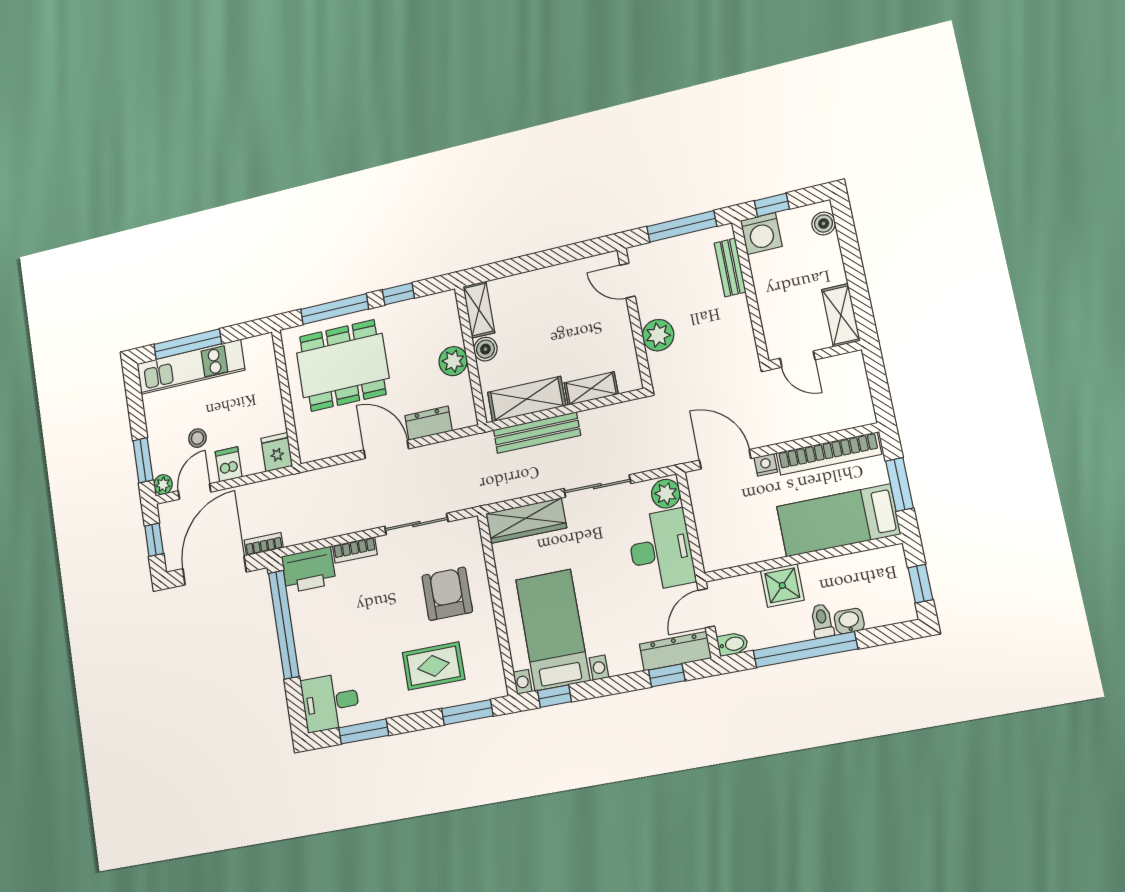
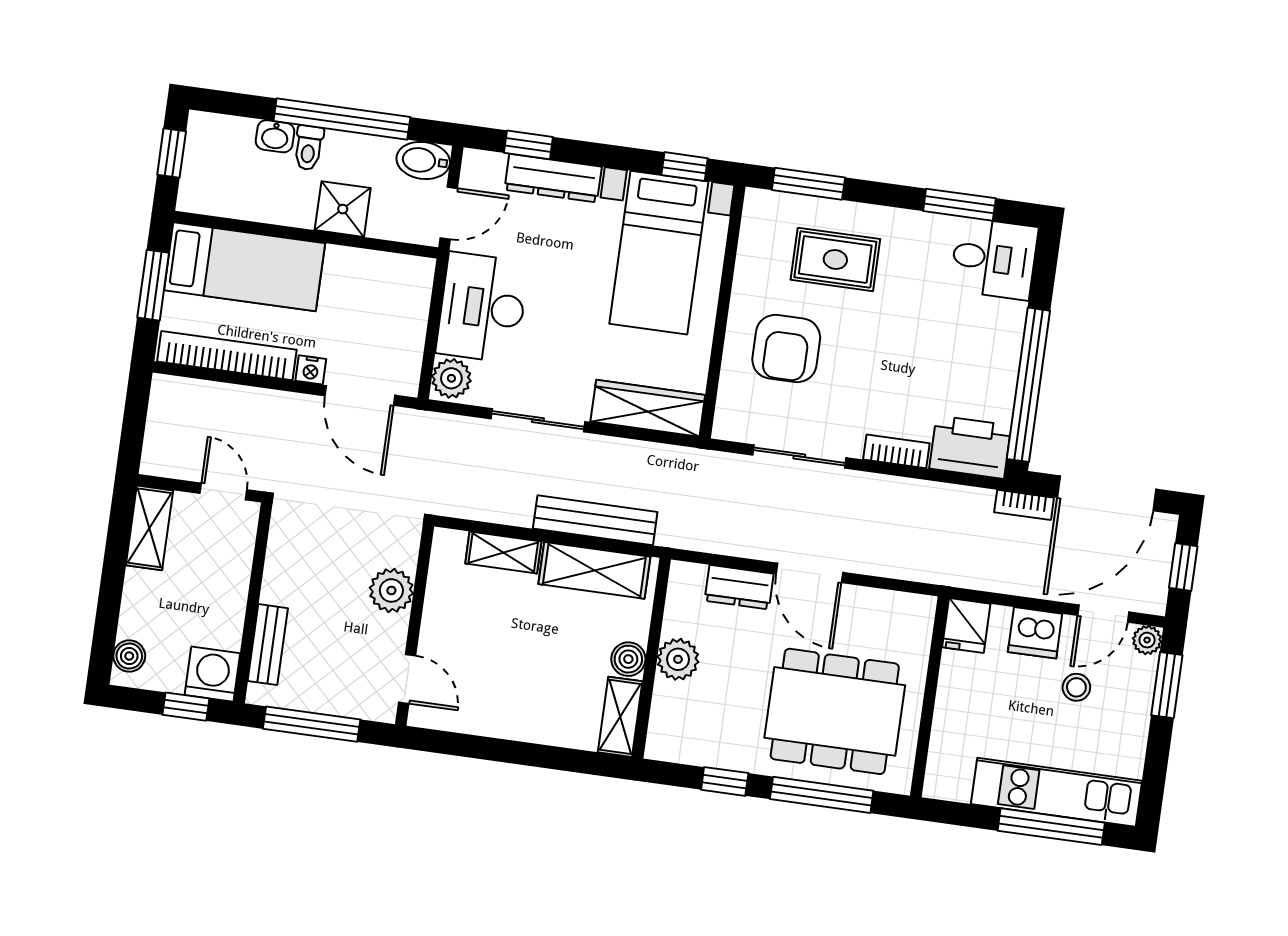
dishwasher: (229, 464) -> (1035, 633), width x1.38
bidet: (733, 644) -> (423, 160), width x1.38, depth x1.36
dresser: (675, 651) -> (553, 178), moved

